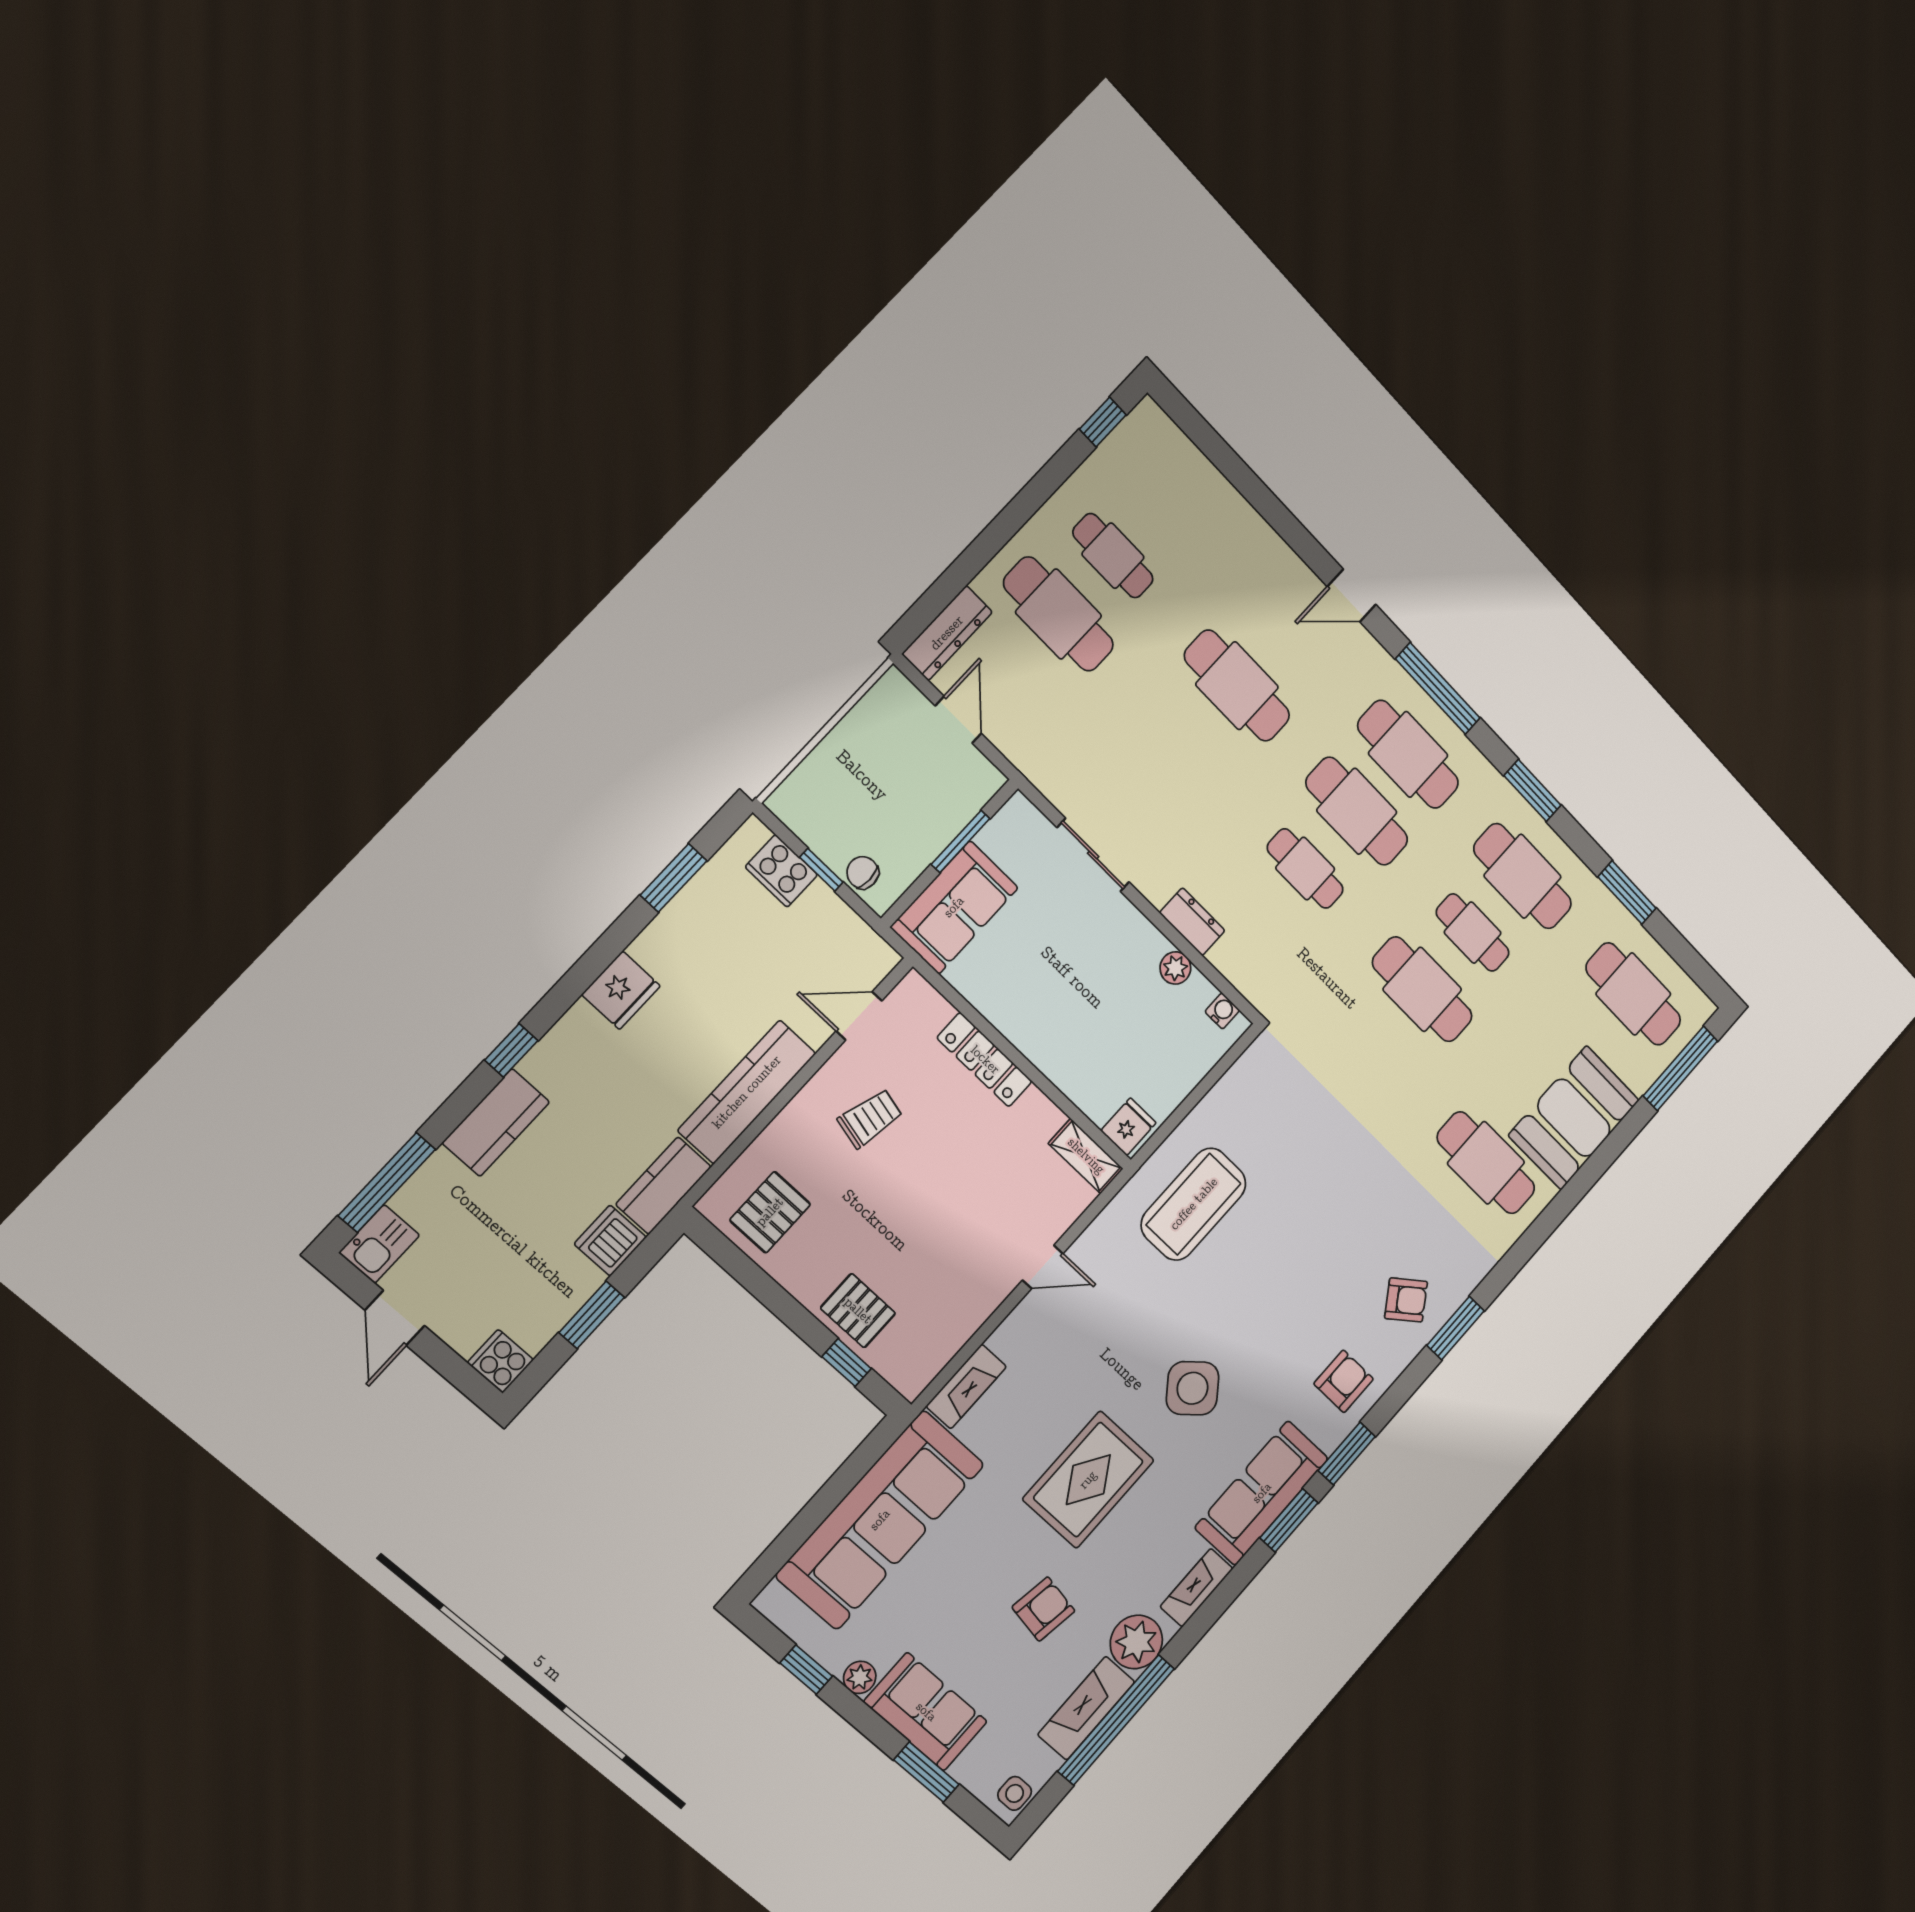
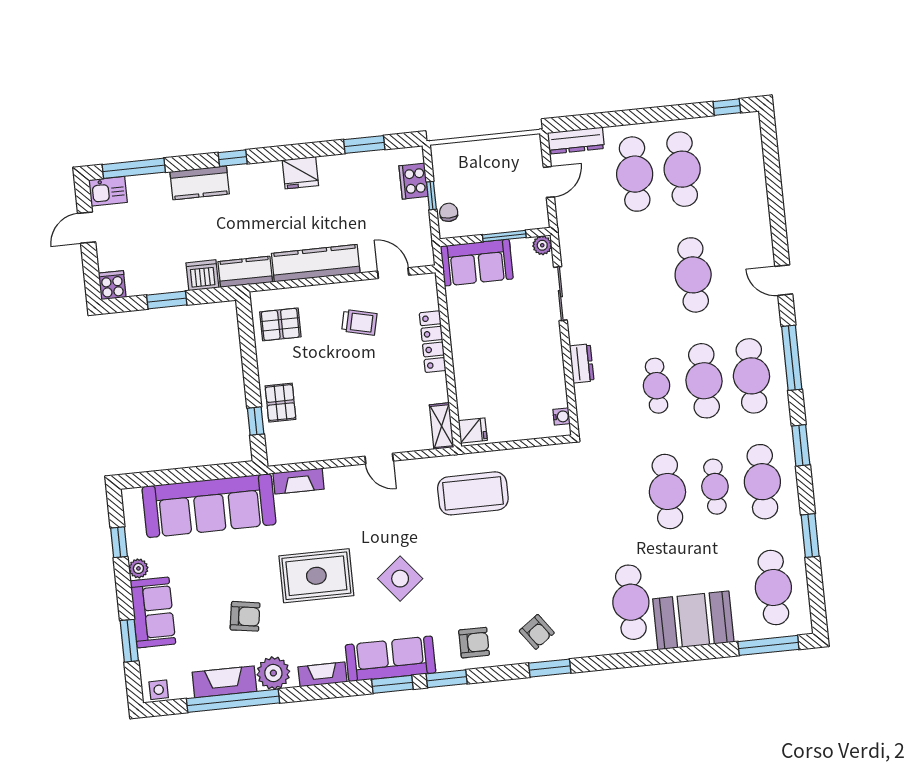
cafe table: (1113, 556) -> (682, 169), width x1.37, depth x1.35
plant: (1175, 968) -> (542, 245), moved

